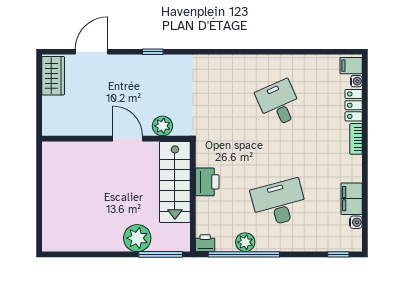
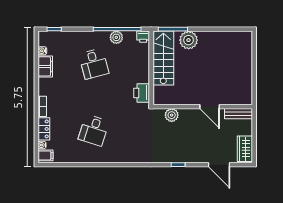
door: (92, 52) -> (219, 165), hinge flipped
desk: (279, 103) -> (94, 130), turned 42
bench: (62, 128) -> (238, 114), added
door: (128, 139) -> (210, 107), moved
stairs: (175, 182) -> (163, 58), moved
printer: (207, 182) -> (142, 93), moved
desk: (279, 203) -> (94, 64), width x0.73

